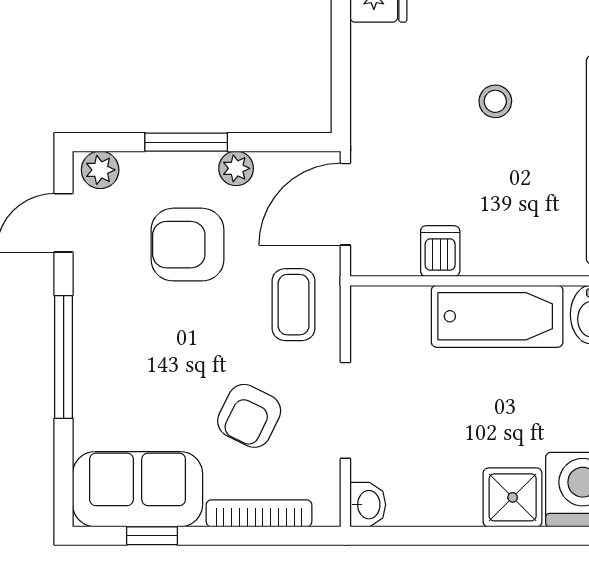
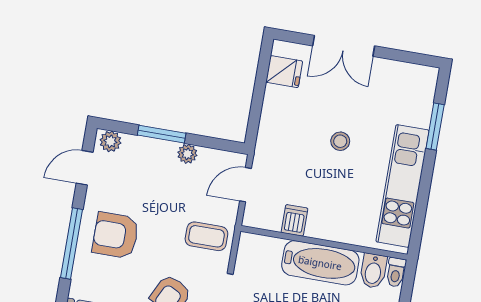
door: (345, 204) -> (246, 185), width x0.73
armchair: (187, 245) -> (115, 235), moved
coffee table: (294, 305) -> (206, 236), turned 90

